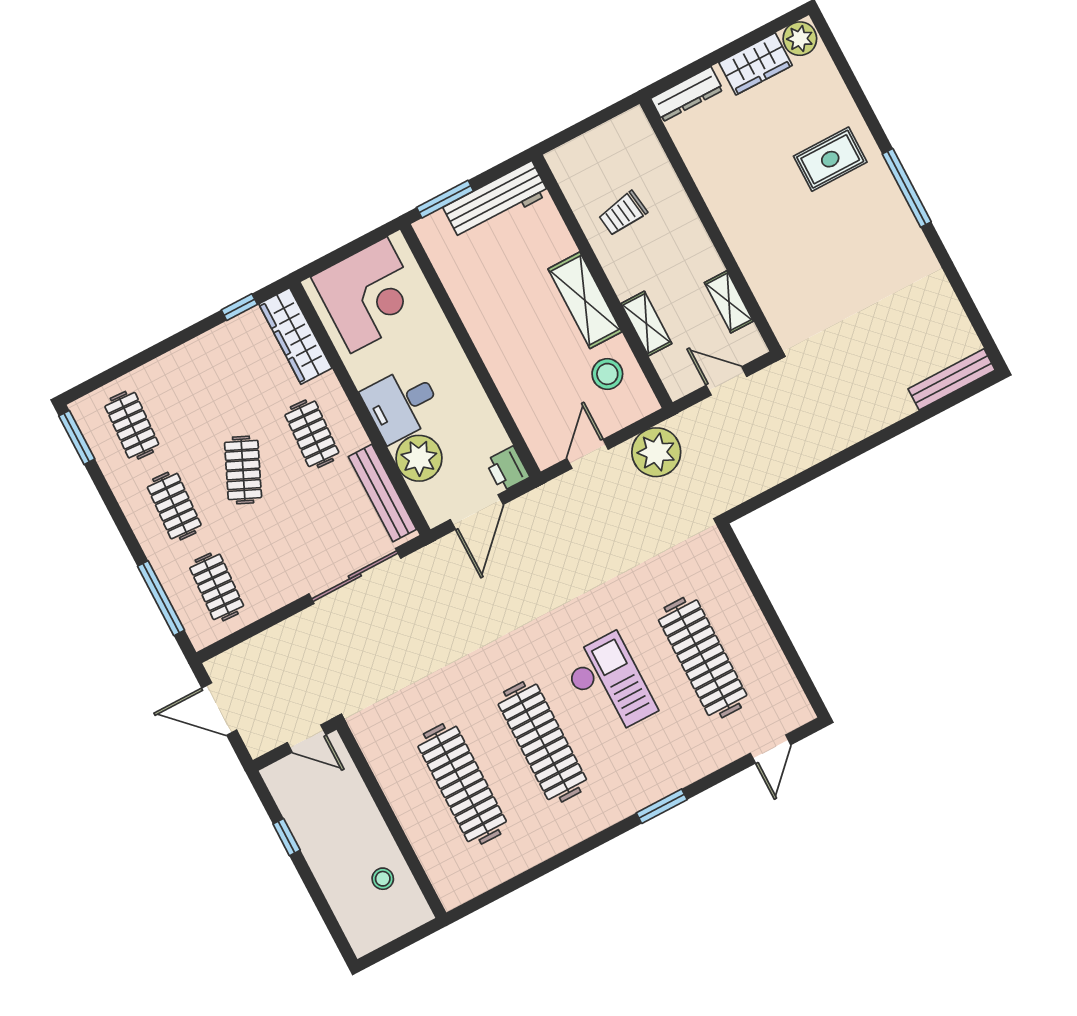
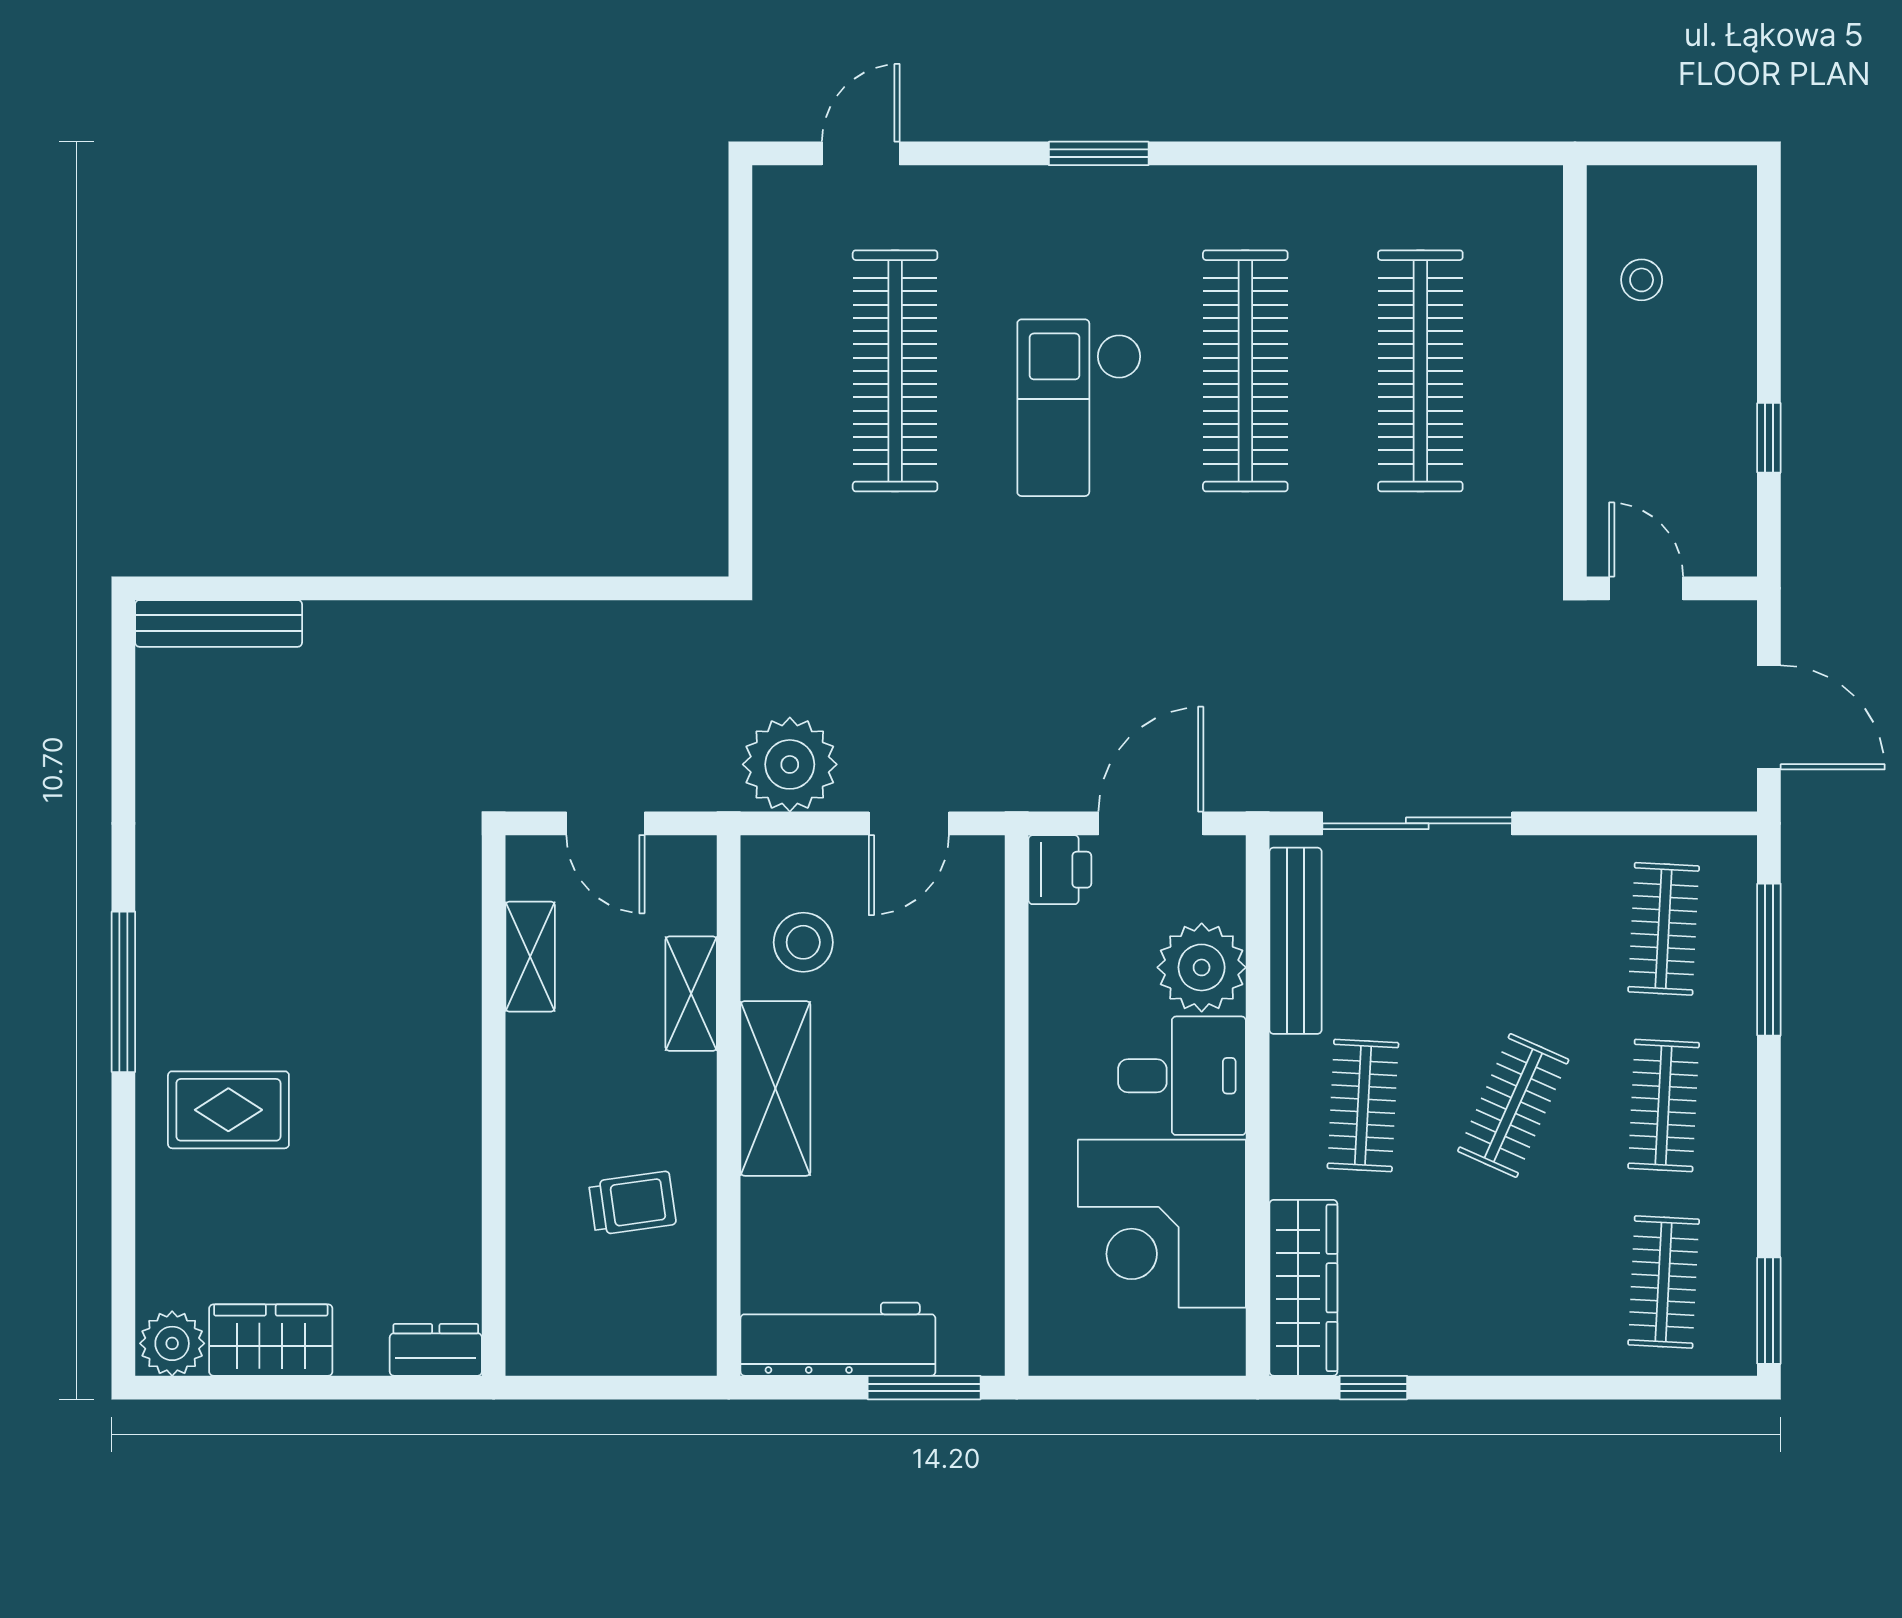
dresser: (687, 94) -> (436, 1350), width x0.70
corner desk: (369, 295) -> (1162, 1224), moved, turned -90

